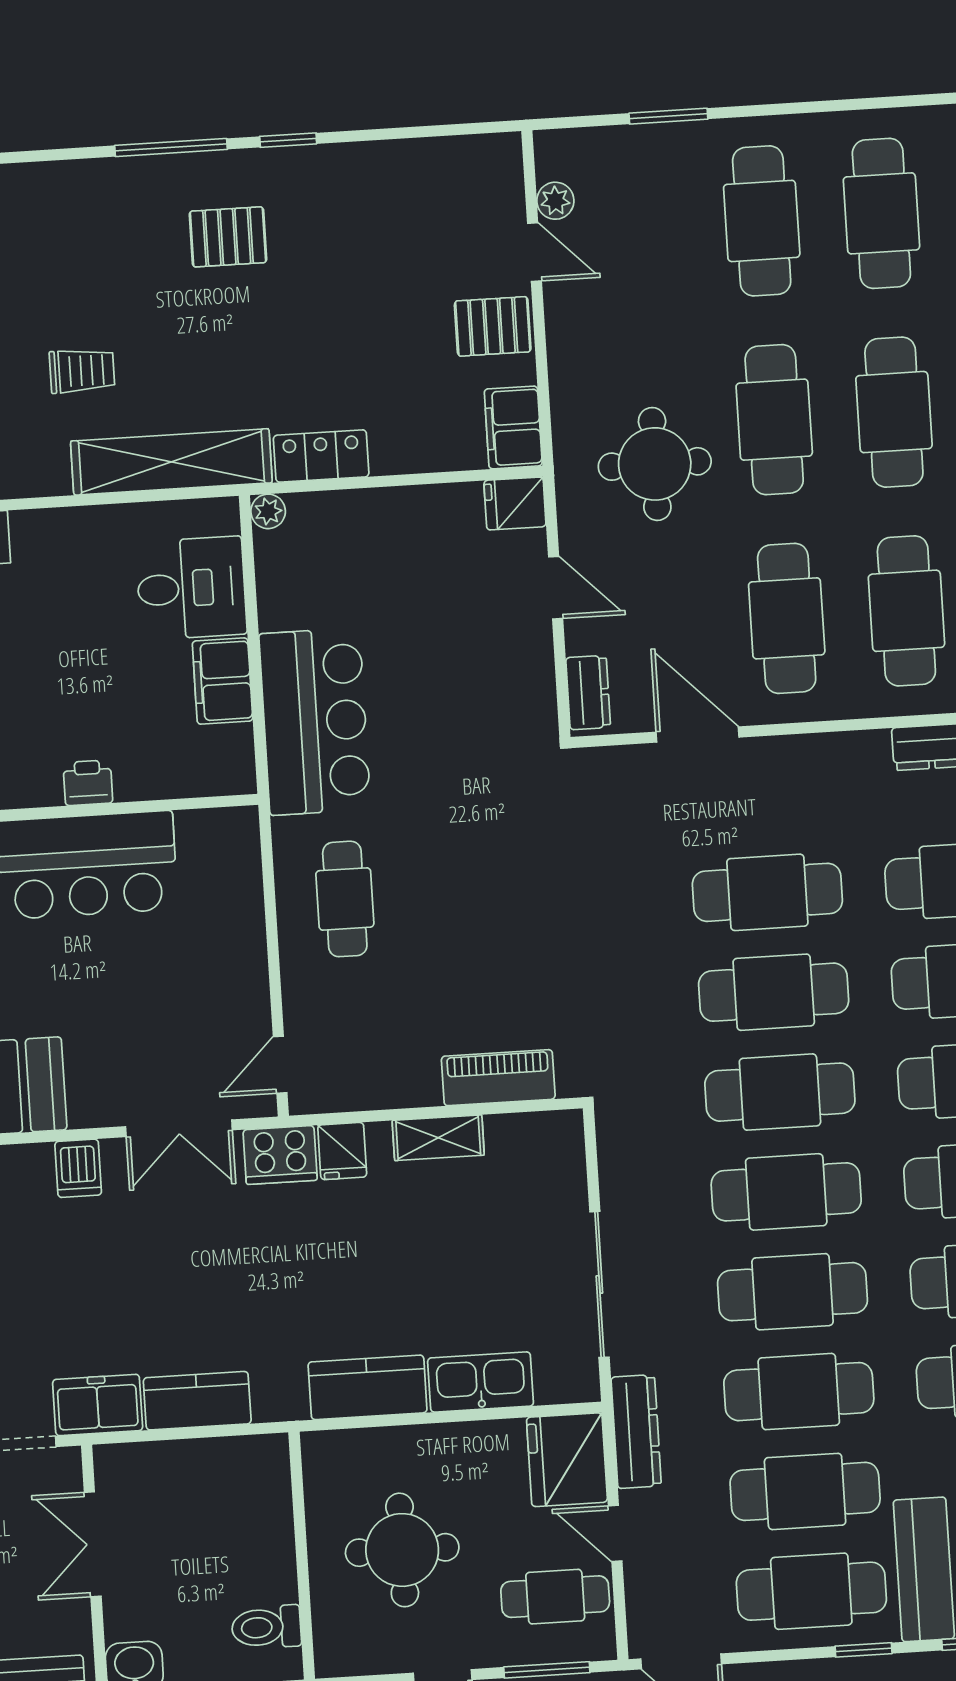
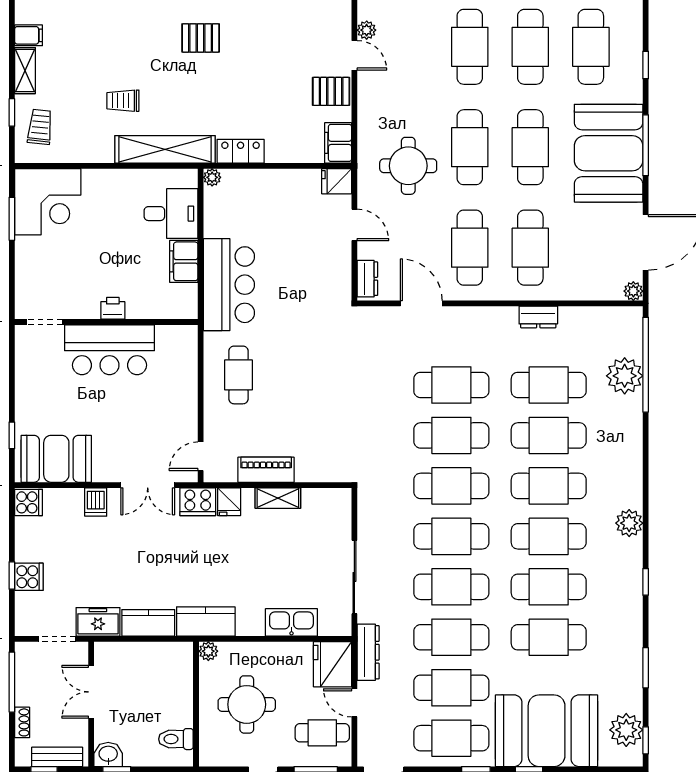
trolley: (82, 371) -> (123, 101), turned 180
piano: (498, 1078) -> (266, 470), moved
kitchen counter: (368, 1387) -> (206, 621), moved
plant: (320, 1449) -> (208, 651), added

